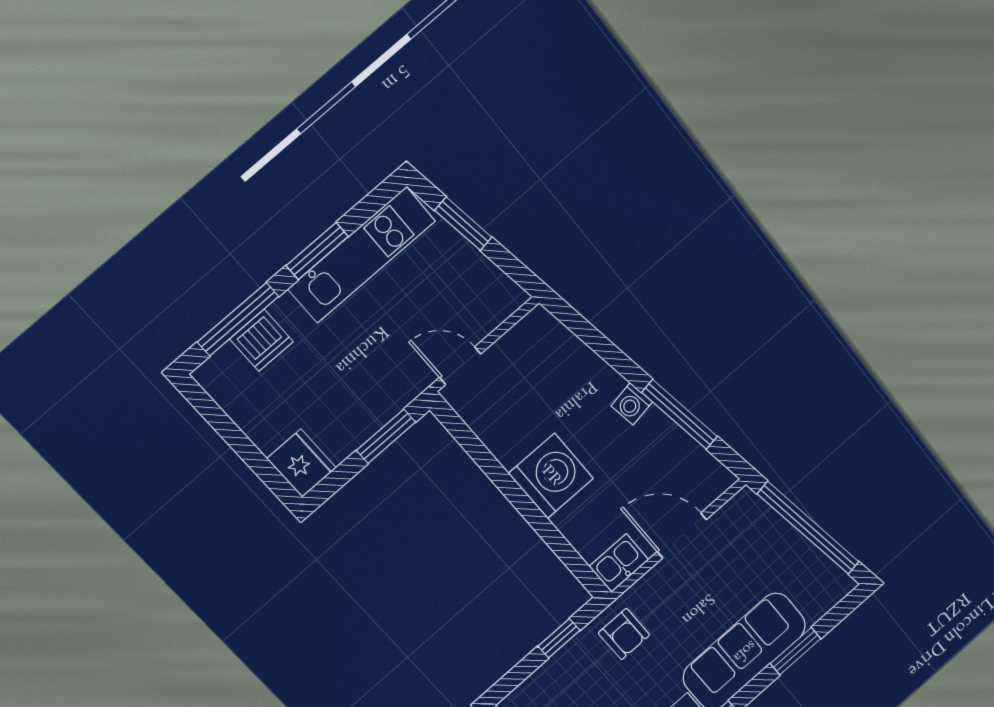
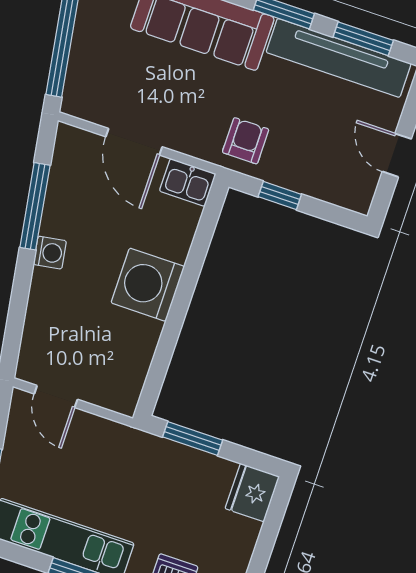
door: (460, 366) -> (56, 397), moved

